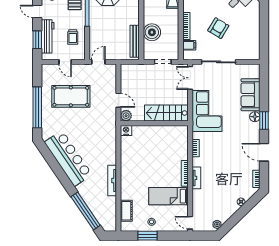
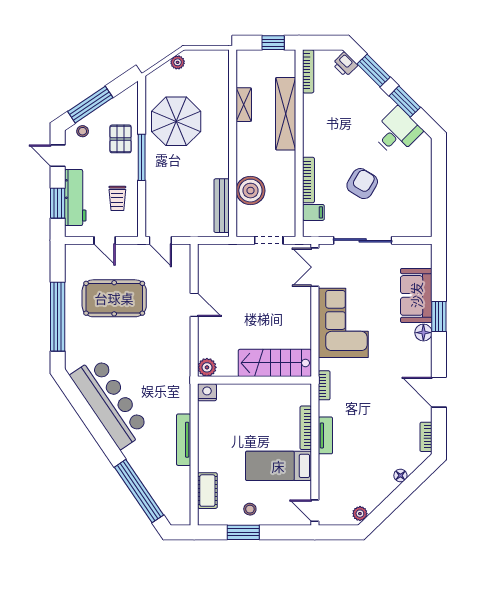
door: (98, 62) -> (160, 240), swing flipped
stairs: (166, 113) -> (275, 363), moved
plant: (126, 116) -> (207, 367), moved
window: (264, 120) -> (439, 316), moved
wall: (154, 123) -> (254, 380), moved
nightstand: (126, 130) -> (207, 392), moved

